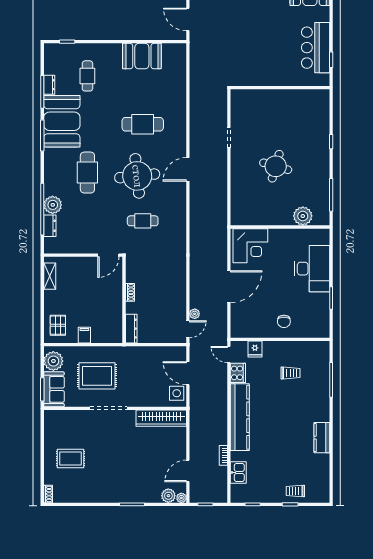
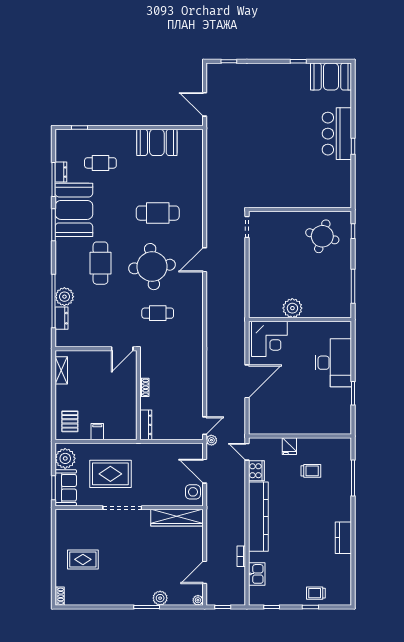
cafe table: (87, 76) -> (100, 163), turned 90
wall: (280, 88) -> (300, 210), moved
round table: (276, 166) -> (322, 236), moved
plant: (303, 216) -> (292, 308), moved
plant: (195, 314) -> (211, 440), moved
chair: (284, 321) -> (304, 417), removed
fridge: (255, 349) -> (289, 446), moved
plant: (168, 496) -> (160, 598), moved

